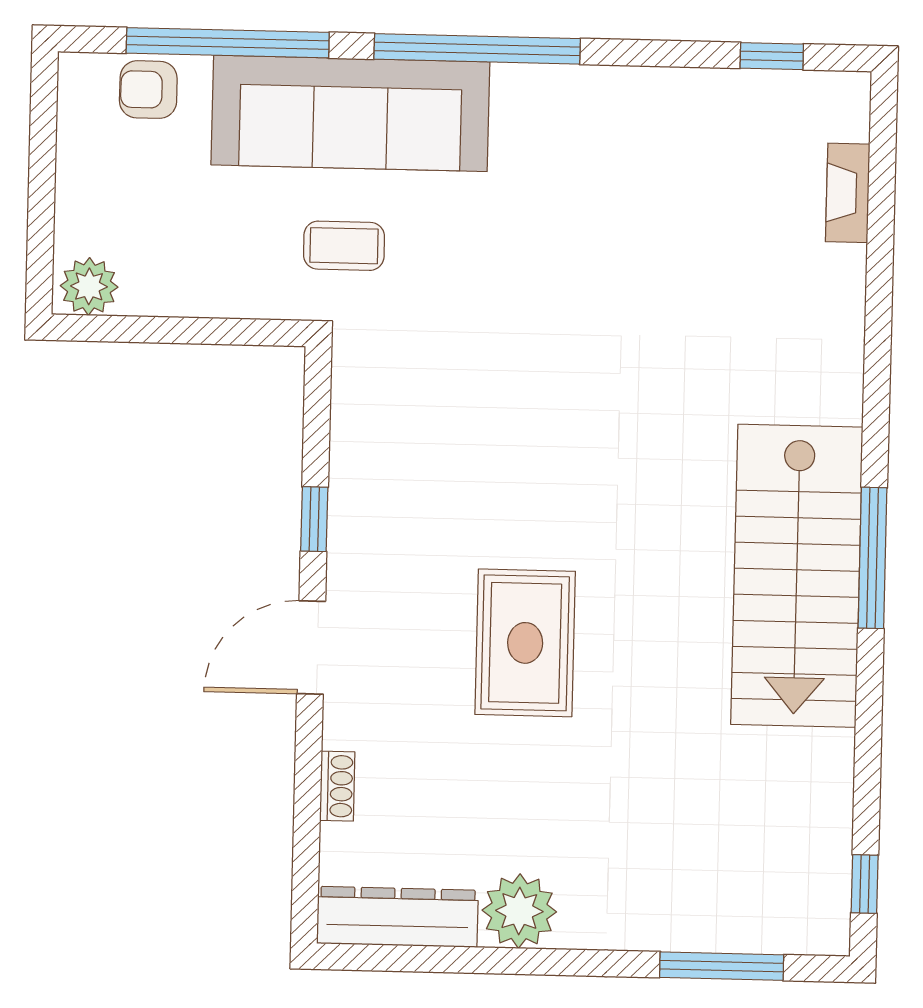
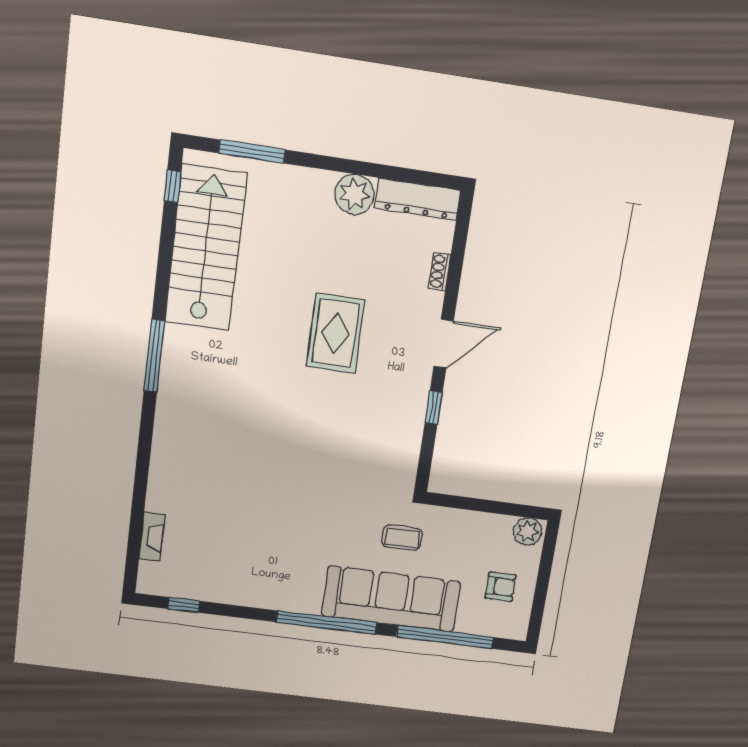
armchair: (148, 90) -> (500, 587), moved
stairs: (797, 576) -> (206, 248), moved

